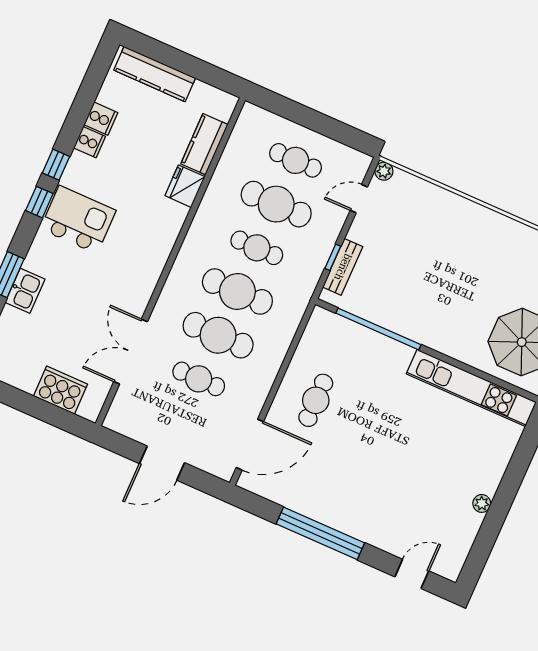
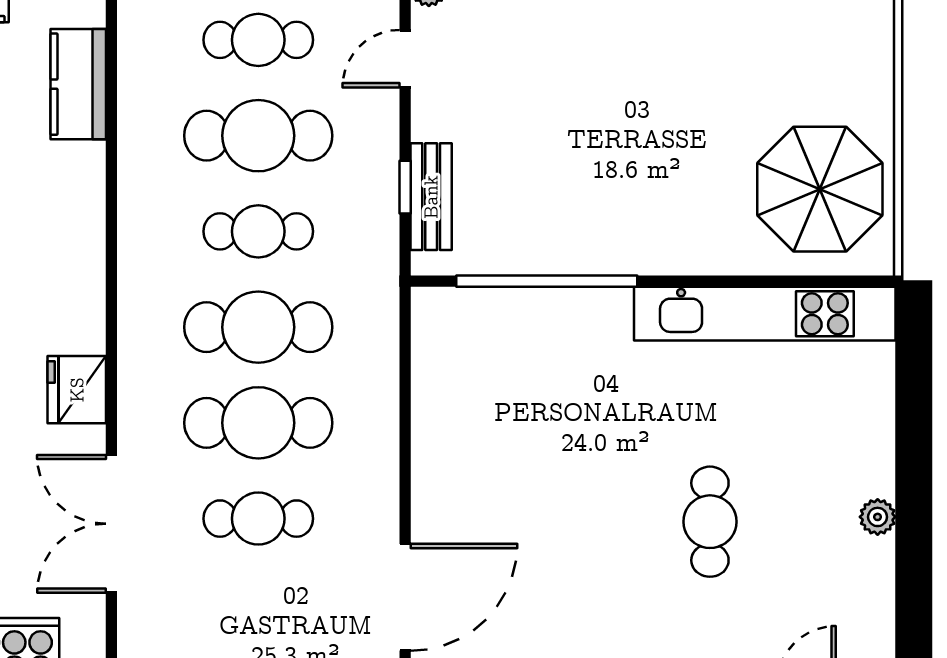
fridge: (185, 186) -> (77, 390), moved
cafe table: (316, 400) -> (710, 522), moved

